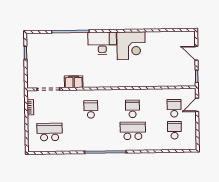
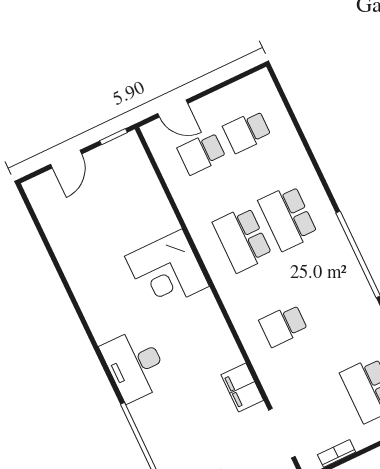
corner desk: (131, 46) -> (167, 271), moved, turned 180
school desk: (132, 109) -> (242, 239), width x1.85

